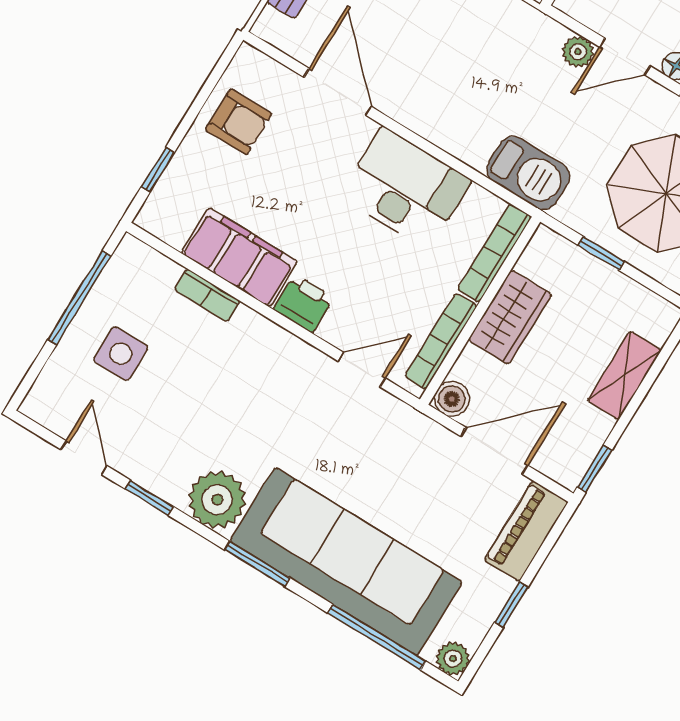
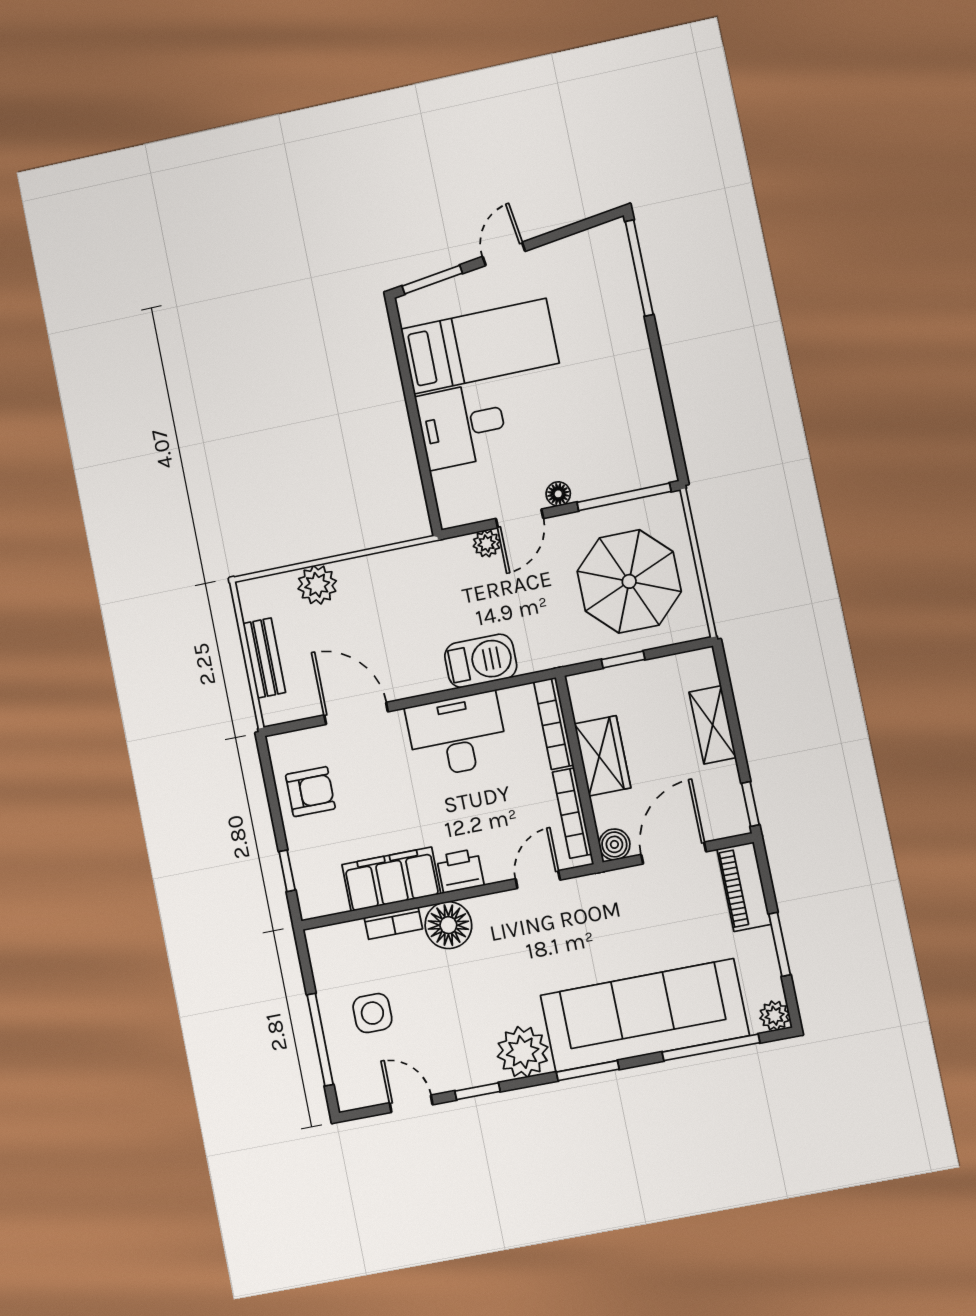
barbecue: (528, 173) -> (481, 661), moved
window: (79, 298) -> (320, 1040), moved
floor lamp: (252, 339) -> (448, 925), added
window: (511, 605) -> (780, 944), width x1.50

